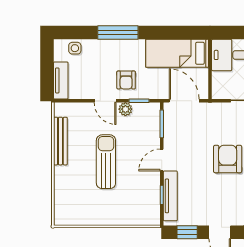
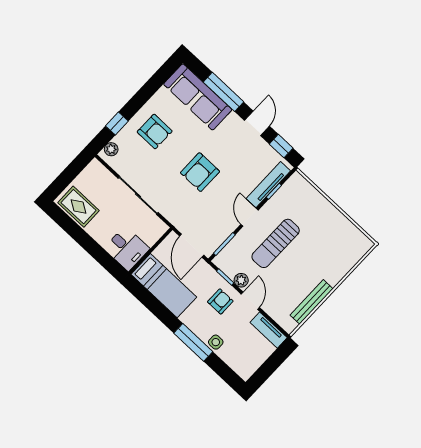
side table: (75, 48) -> (216, 342), moved
tv unit: (61, 80) -> (269, 330), moved, turned -90
door: (162, 160) -> (250, 217), swing flipped
sun lounger: (106, 162) -> (276, 243), moved

